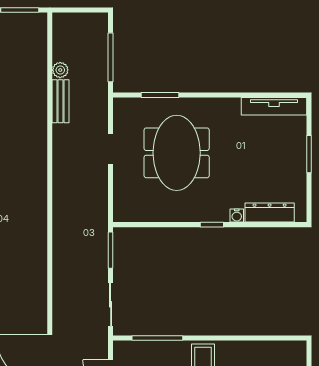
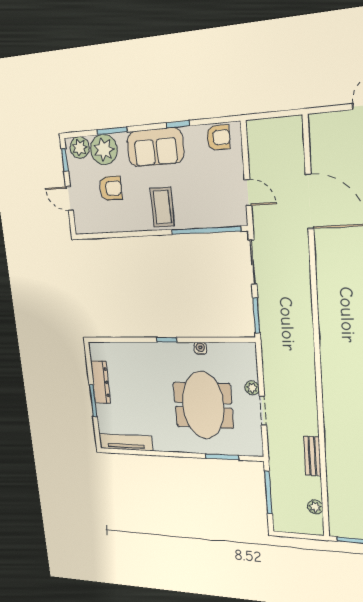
plant: (60, 70) -> (315, 507), moved
plant: (121, 173) -> (252, 388), added
dresser: (270, 213) -> (101, 382), moved, turned -90
water cooler: (237, 215) -> (200, 348), moved
window: (157, 338) -> (206, 230), width x1.46

